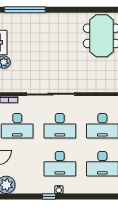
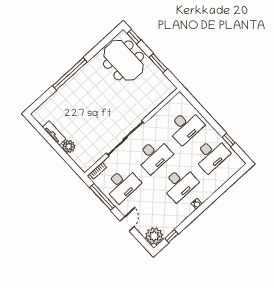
window: (25, 10) -> (70, 74), moved
window: (49, 196) -> (172, 236), moved

